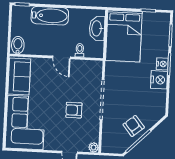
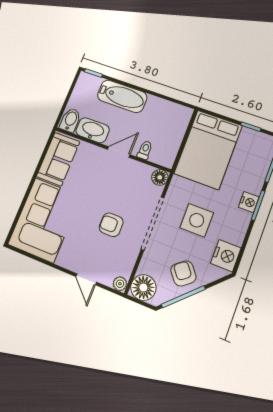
washbasin: (97, 28) -> (93, 130), moved, turned 90
door: (62, 57) -> (119, 152), swing flipped
floor lamp: (97, 66) -> (160, 177), added
nightstand: (159, 80) -> (226, 256), moved
side table: (131, 88) -> (197, 220), added
floor lamp: (110, 144) -> (143, 288), added

